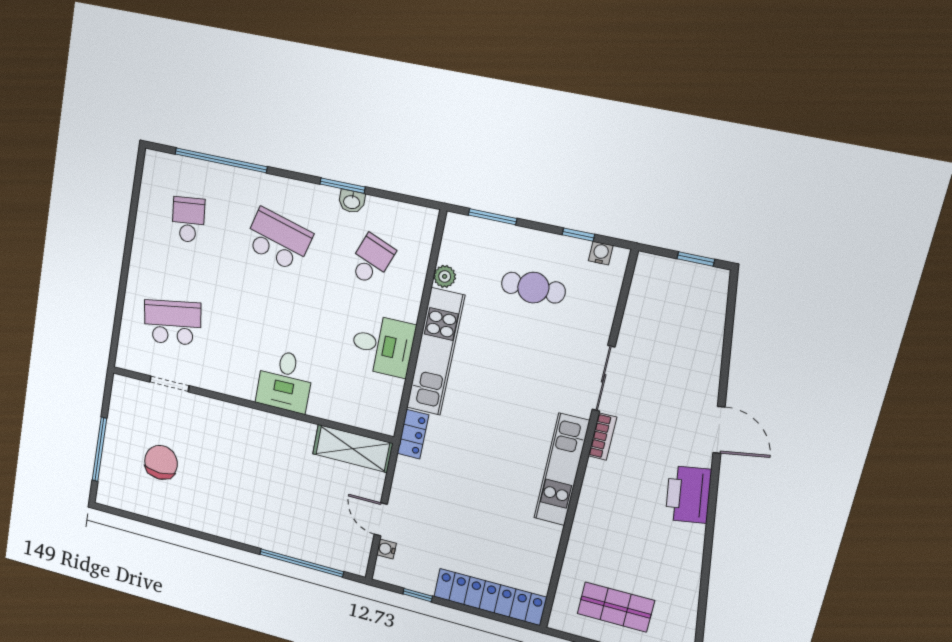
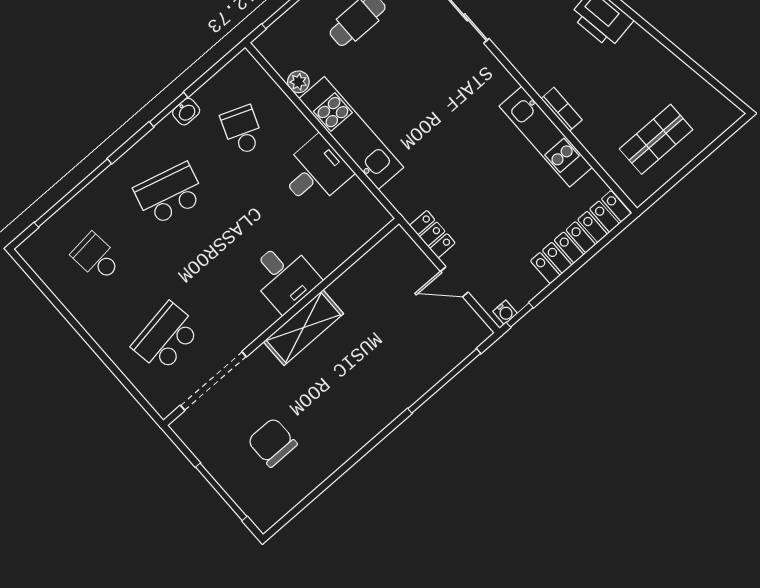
doorway: (169, 384) -> (213, 381), width x1.88
locker: (413, 434) -> (432, 234), moved
bookcase: (602, 437) -> (562, 109), moved
shelving: (353, 449) -> (303, 328), moved
kitchen unit: (562, 470) -> (546, 137), moved
water cooler: (386, 549) -> (505, 312), moved, turned -90
window: (418, 595) -> (520, 315), moved

